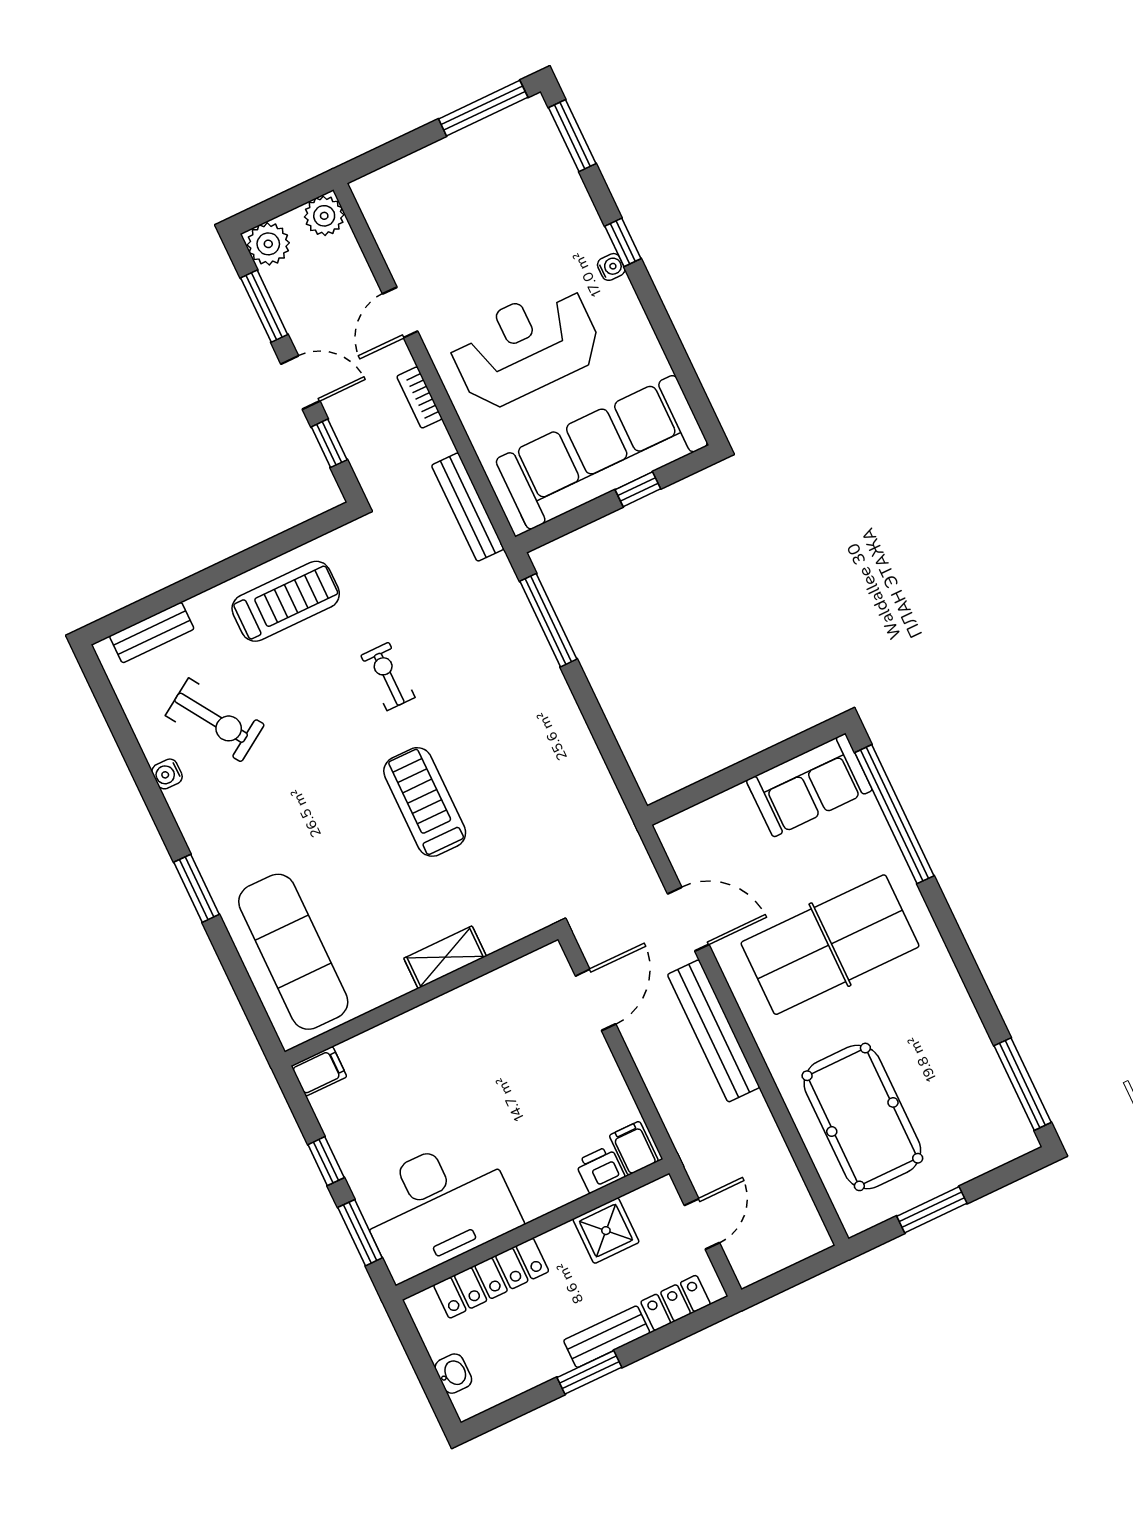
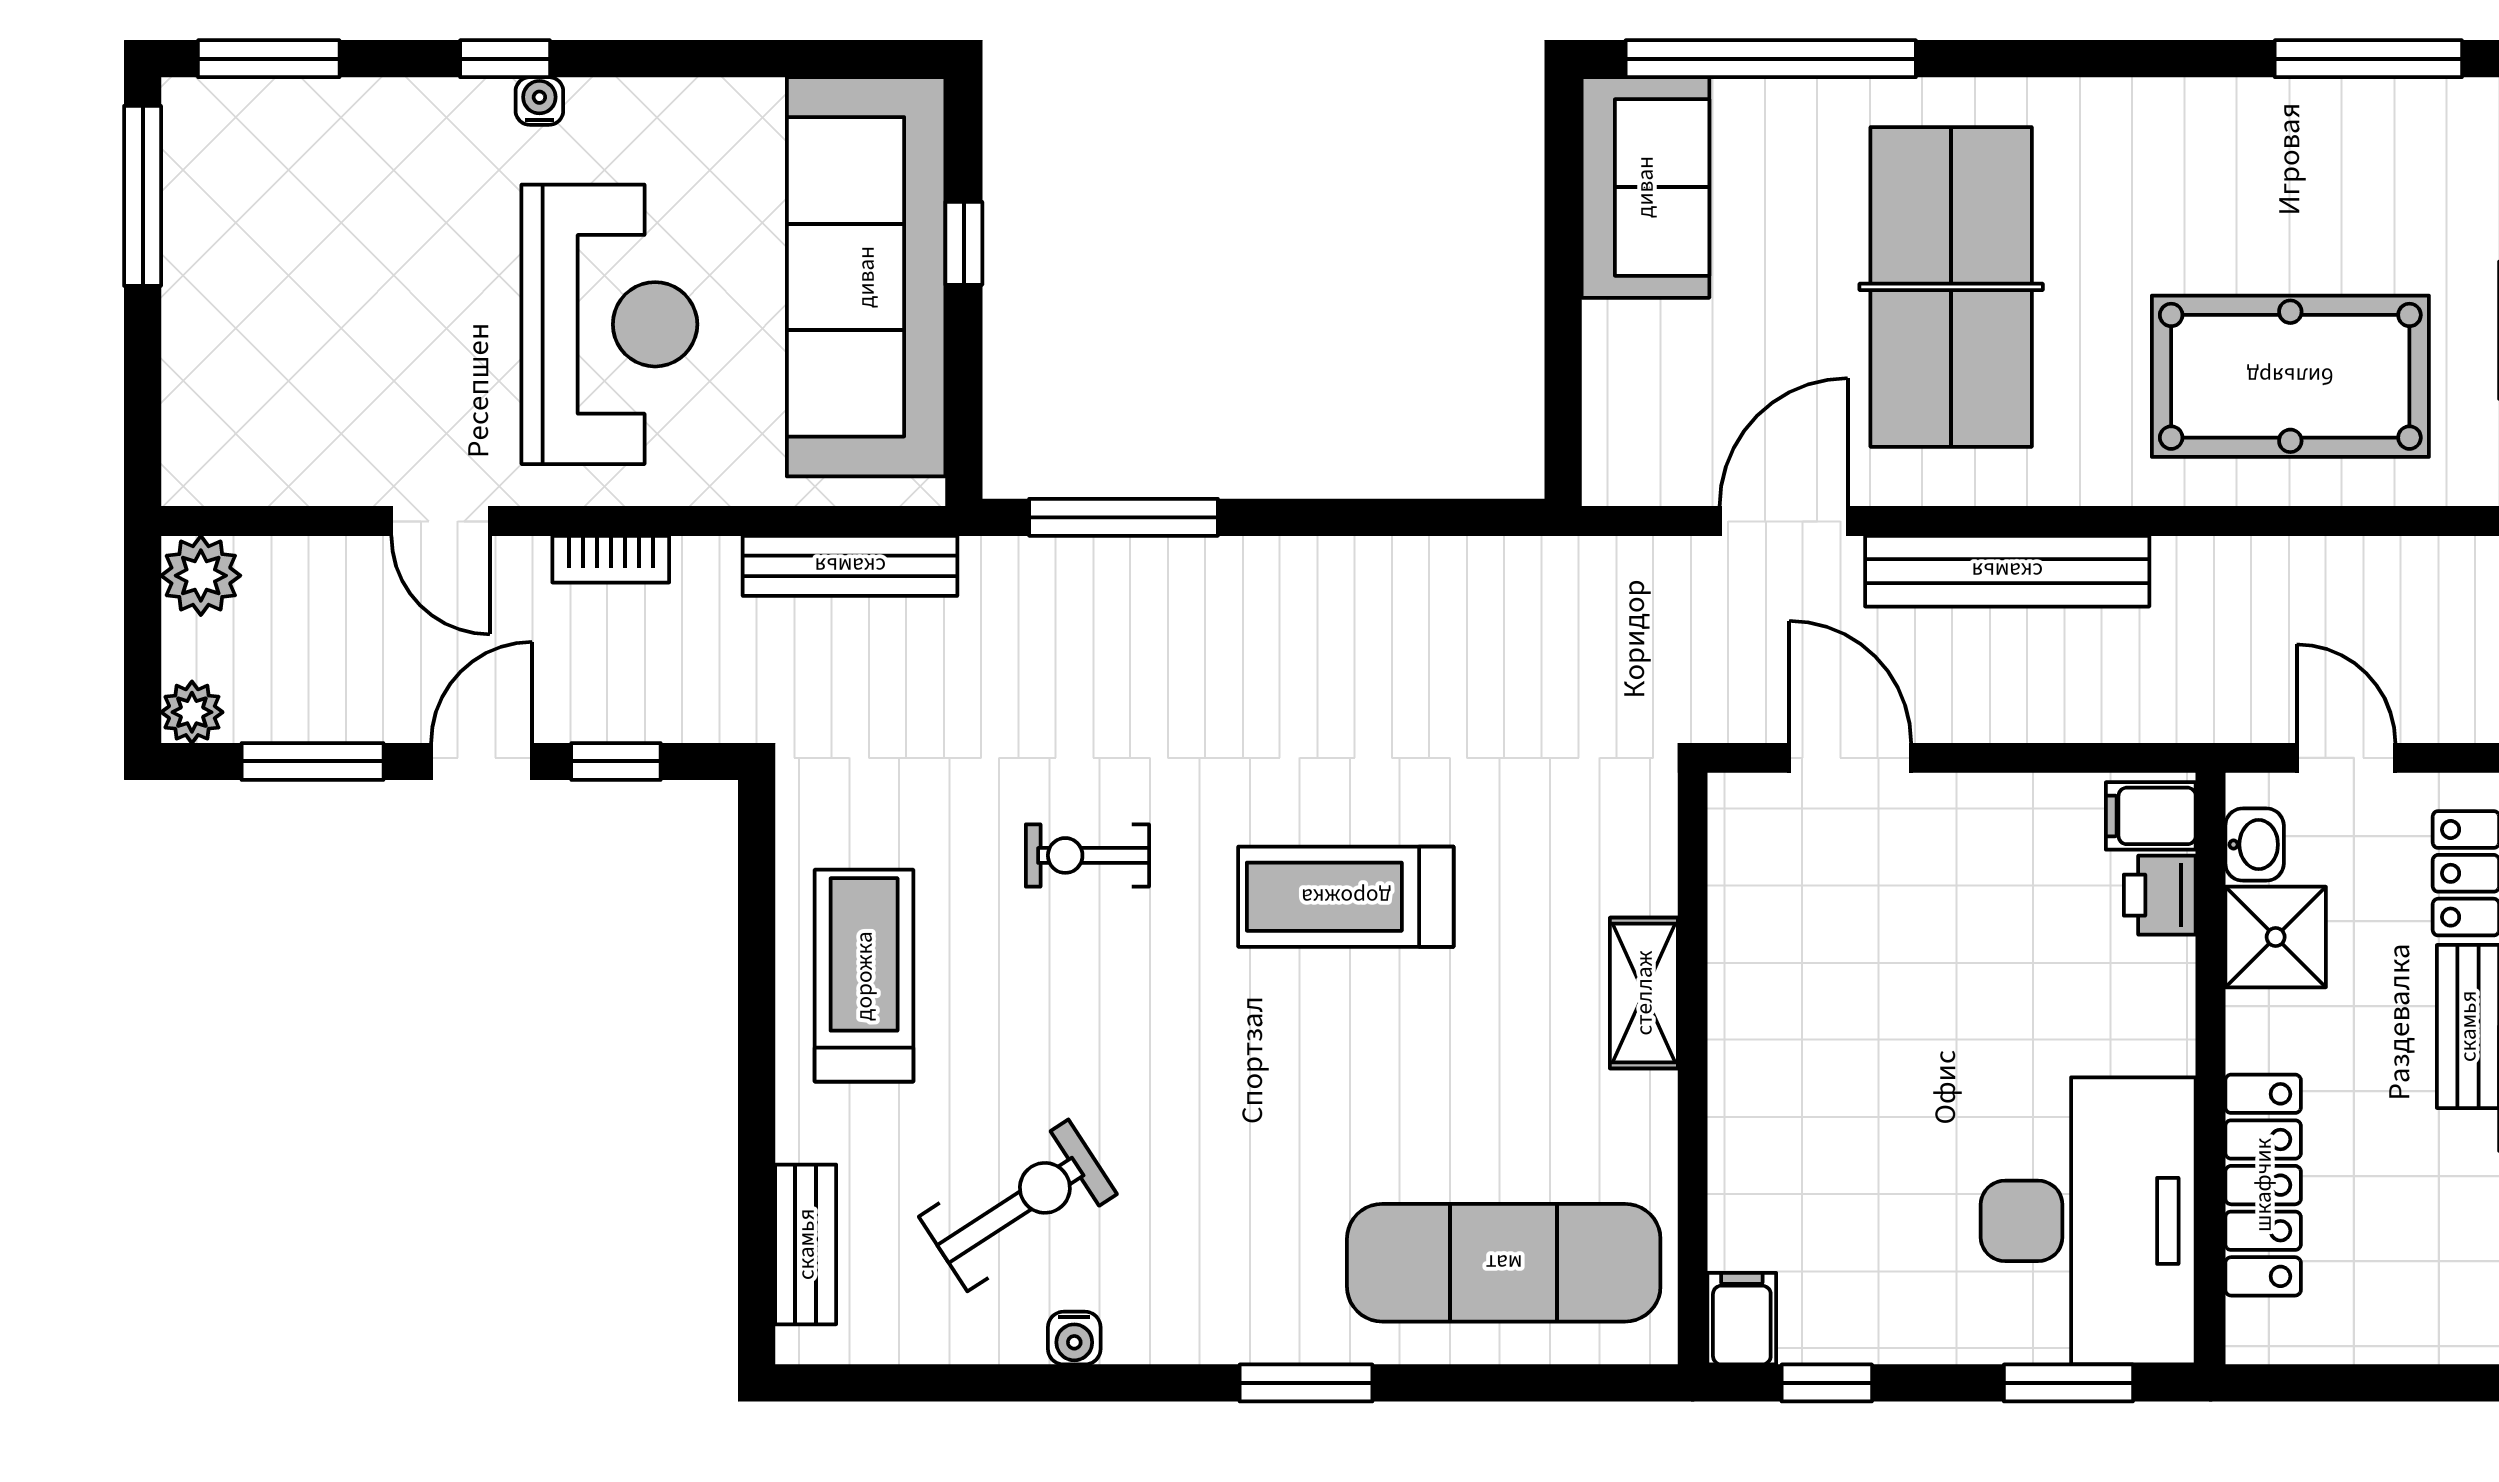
plant: (268, 244) -> (192, 712), width x0.73, depth x0.73
reception desk: (525, 347) -> (609, 324), turned 180
window: (326, 1161) -> (1827, 1383), moved
washbasin: (453, 1374) -> (2255, 845), moved, turned 90

